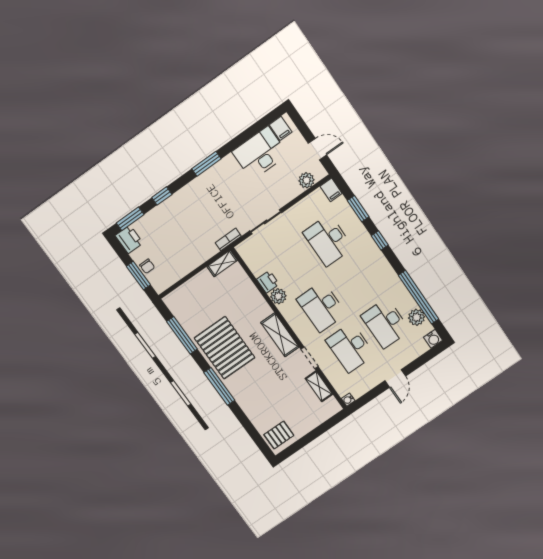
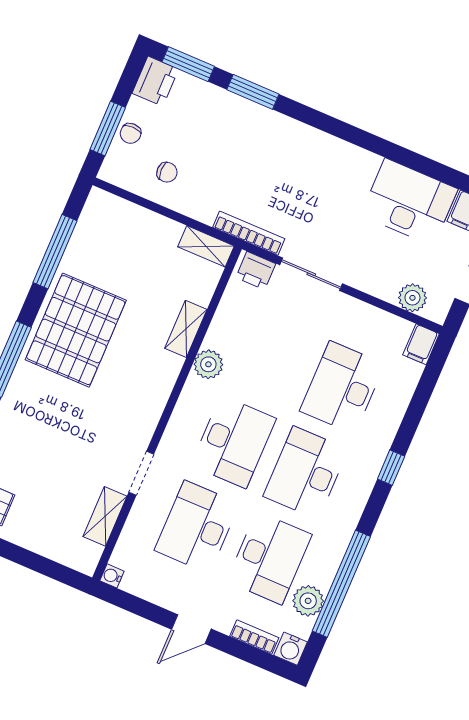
window: (206, 164) -> (343, 131), removed
window: (162, 196) -> (253, 92), width x1.50
window: (358, 209) -> (419, 403), removed
bookcase: (228, 239) -> (249, 233), width x1.56
chair: (176, 260) -> (167, 172), added
printer: (268, 282) -> (256, 271), moved, turned 90
desk: (357, 282) -> (306, 473), added
desk: (322, 307) -> (233, 442), turned 180
desk: (386, 323) -> (269, 558), turned 180
shelving: (280, 335) -> (186, 329), moved, width x0.67, depth x0.75
bookcase: (417, 352) -> (254, 637), added

